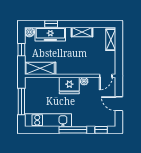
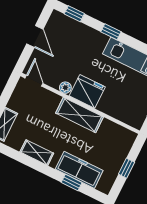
boiler: (29, 32) -> (105, 186), removed
shelving: (40, 68) -> (80, 115), moved
door: (106, 76) -> (34, 81), hinge flipped
window: (73, 130) -> (111, 32), width x0.46

